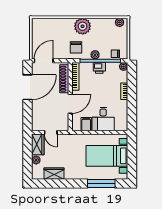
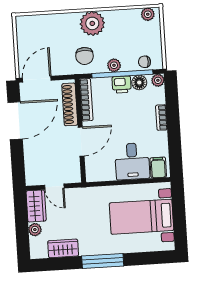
floor lamp: (111, 67) -> (139, 83), added
filing cabinet: (86, 124) -> (158, 167), moved
window: (101, 184) -> (103, 261), moved

